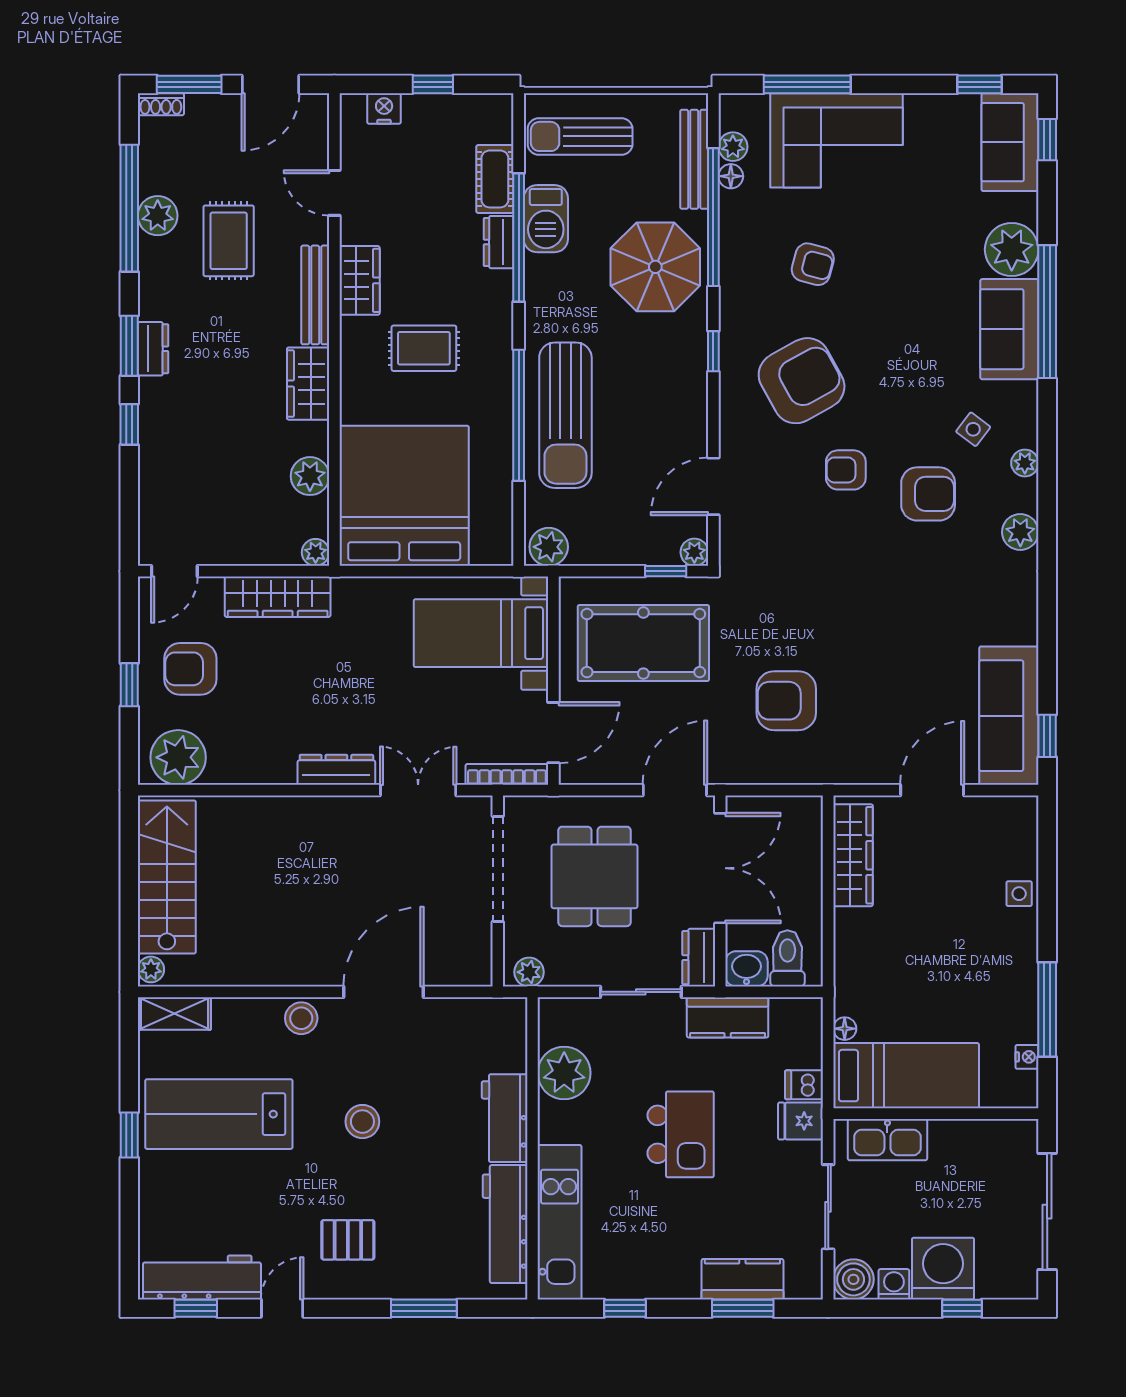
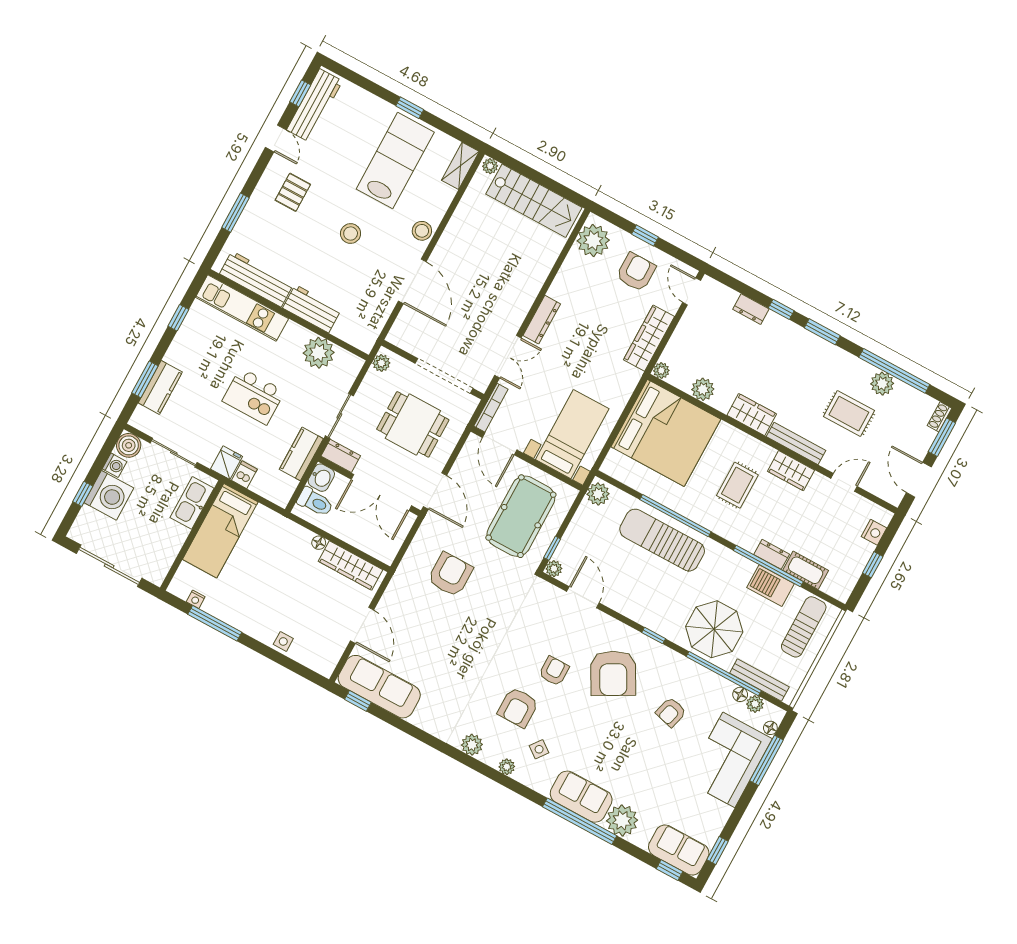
floor lamp: (756, 105) -> (770, 728), added
dresser: (153, 349) -> (751, 309), moved
floor lamp: (845, 1029) -> (319, 543), moved

